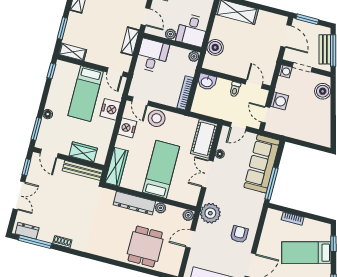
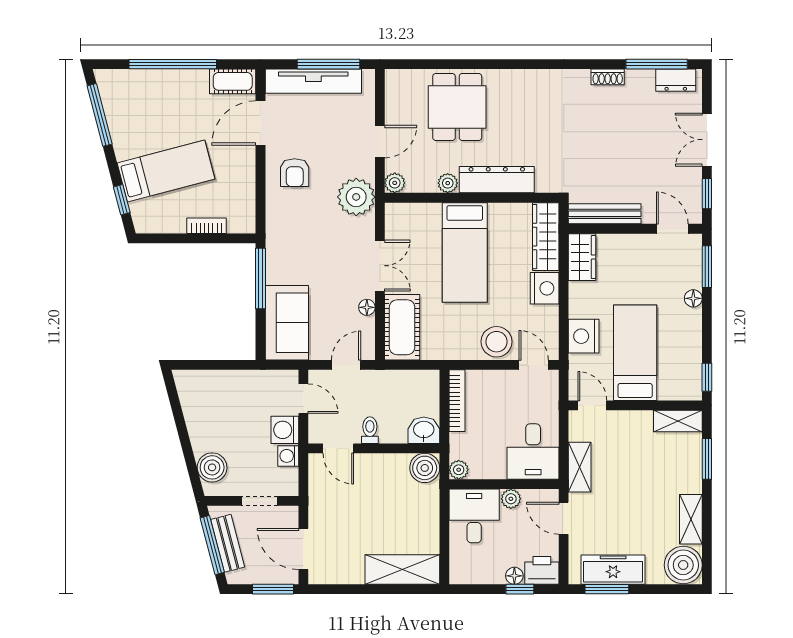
boiler: (215, 47) -> (425, 468), moved
washing machine: (285, 71) -> (288, 456), moved
nightstand: (127, 128) -> (545, 288), moved
wardrobe: (83, 152) -> (582, 257), moved, turned -90
sofa: (262, 164) -> (287, 323), width x0.73

